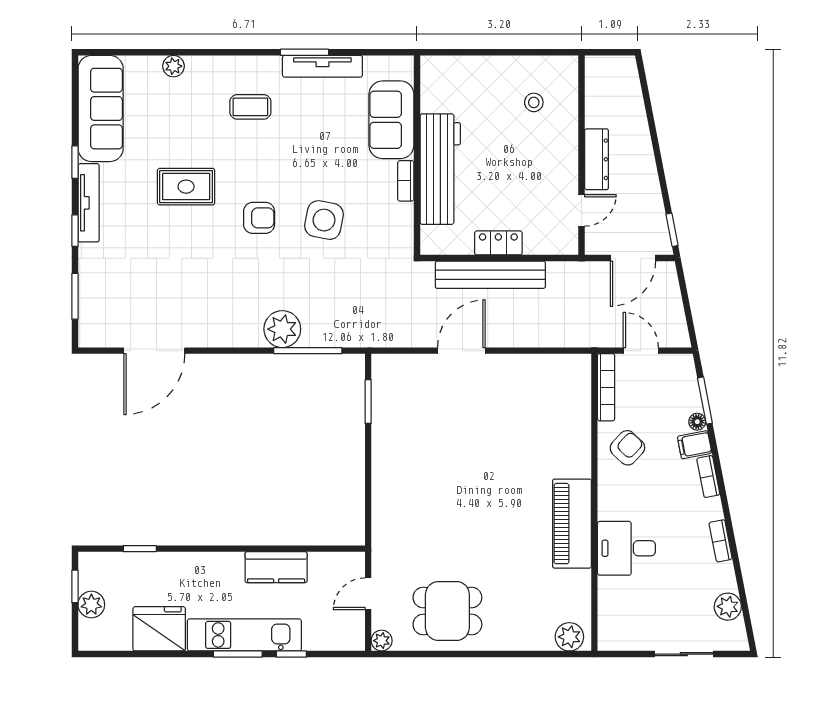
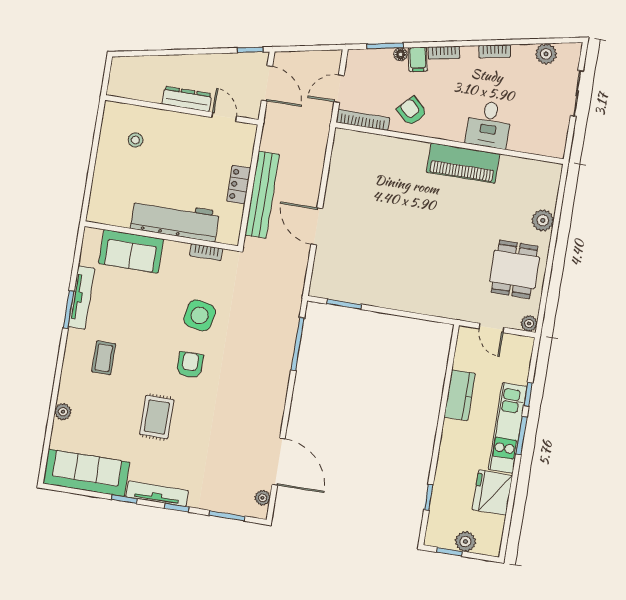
bookcase: (406, 181) -> (206, 252), moved
plant: (282, 329) -> (263, 498), moved, width x0.53, depth x0.53
plant: (569, 637) -> (543, 220), moved

